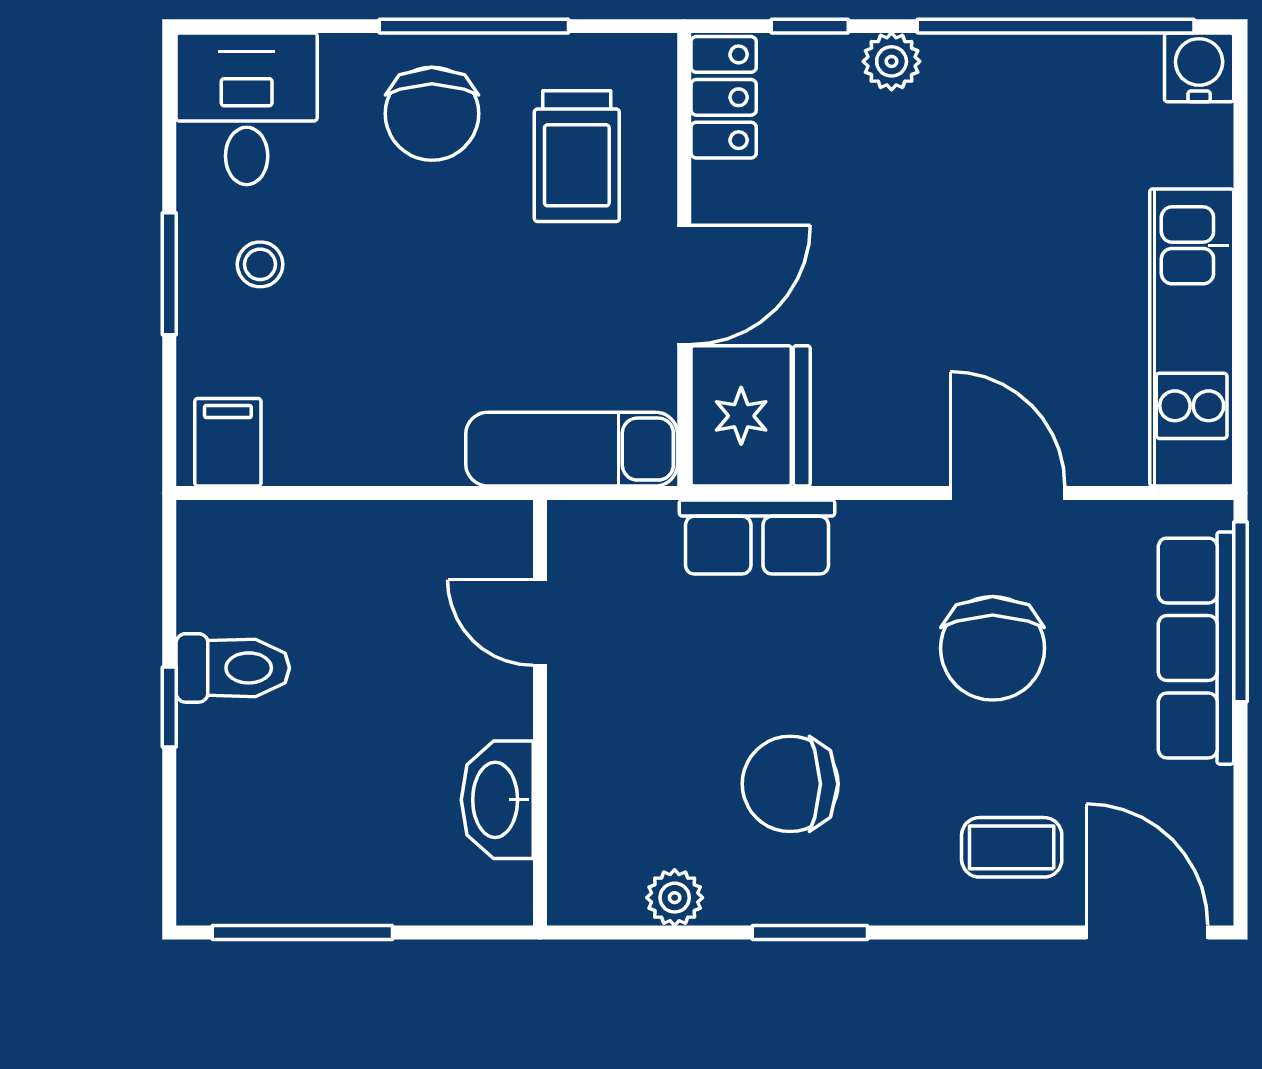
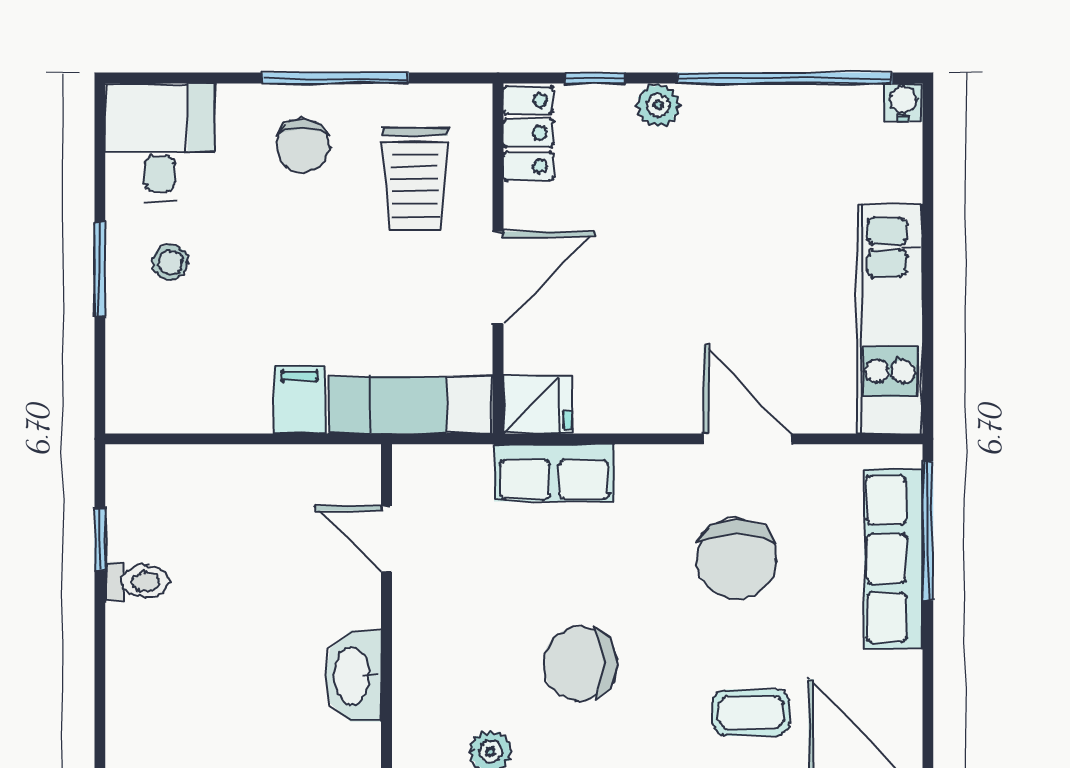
water cooler: (1199, 67) -> (903, 103), width x0.72, depth x0.72
chair: (432, 114) -> (303, 146), width x0.73, depth x0.73
fridge: (751, 416) -> (538, 405), width x0.53, depth x0.75
filing cabinet: (228, 442) -> (299, 400), moved
toilet: (233, 668) -> (137, 581), width x0.73, depth x0.72
window: (169, 707) -> (100, 539), moved

